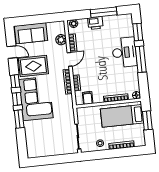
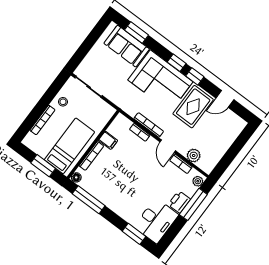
window: (104, 12) -> (193, 204), moved
sofa: (31, 33) -> (127, 46), moved, turned -90
desk: (124, 52) -> (156, 221), moved, turned -90
window: (141, 59) -> (89, 200), moved
filing cabinet: (88, 98) -> (108, 140), moved
window: (19, 119) -> (136, 33), moved

